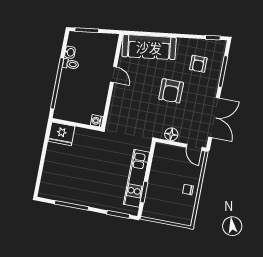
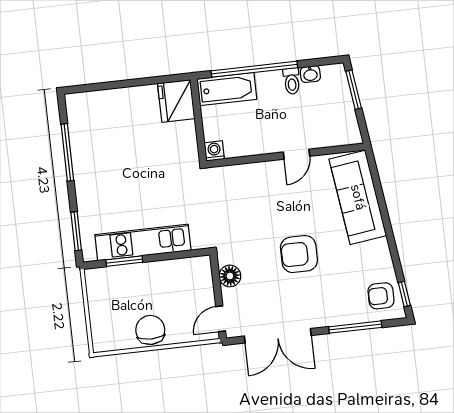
armchair: (198, 64) -> (381, 296), moved
bathtub: (64, 103) -> (227, 89), added
chair: (188, 190) -> (150, 330), width x1.87, depth x1.87

